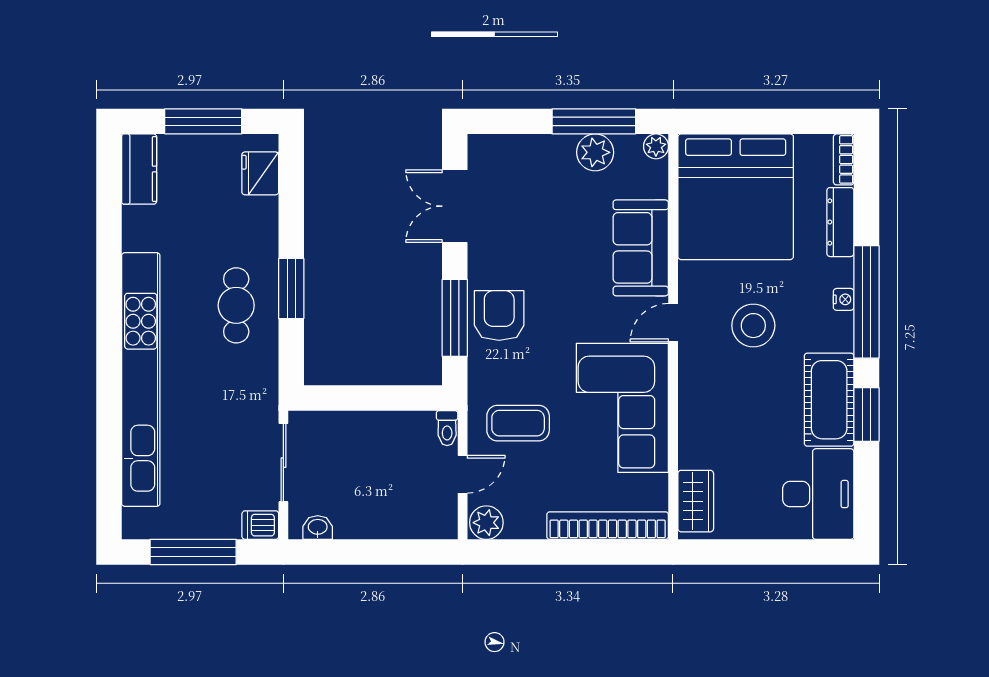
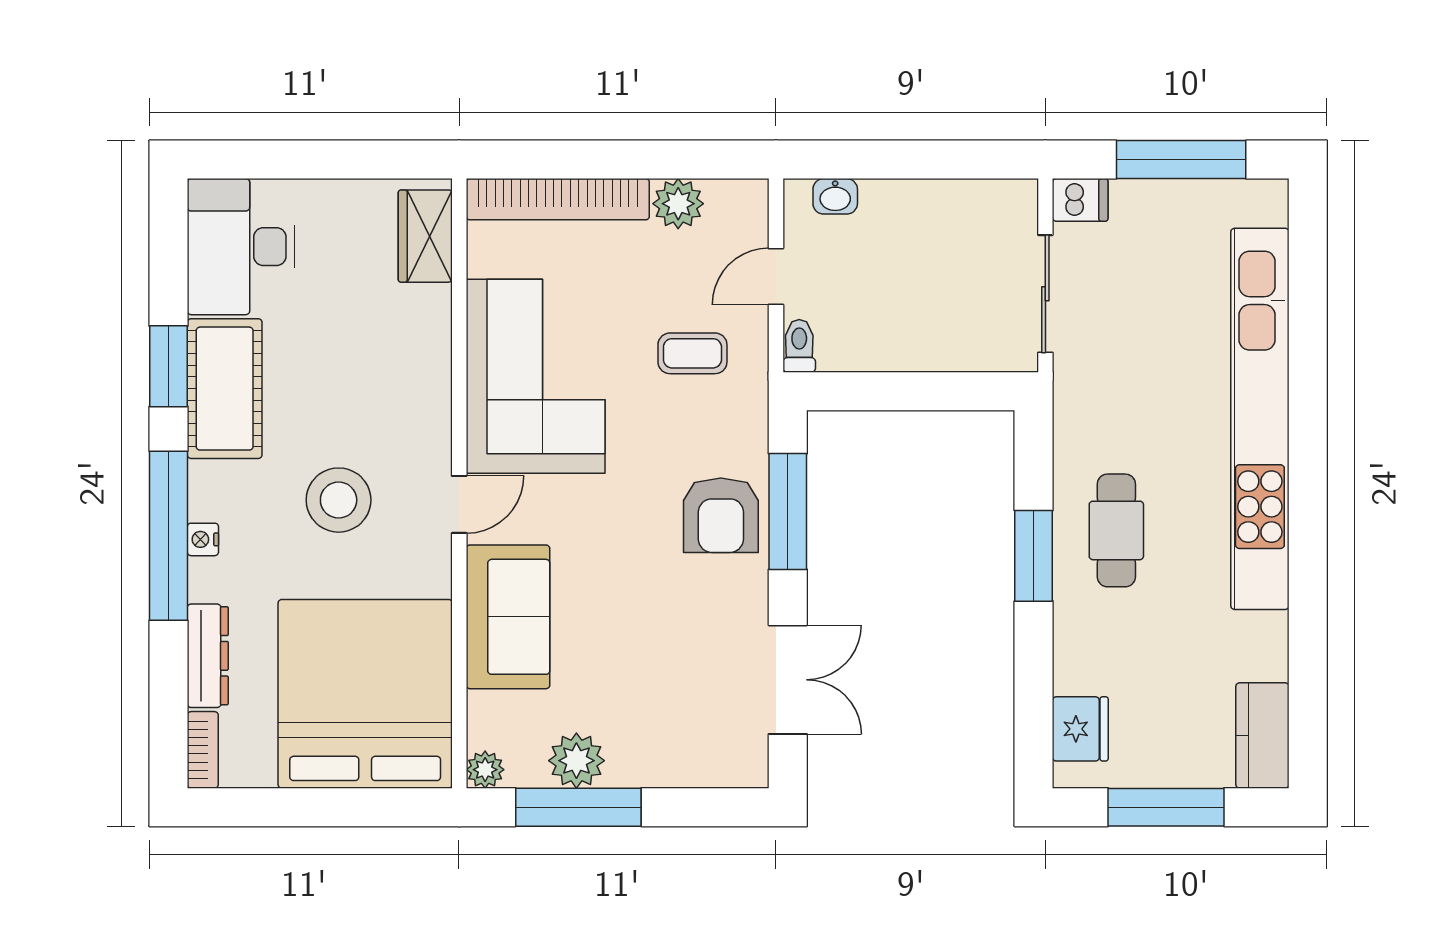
coffee table: (518, 423) -> (692, 353), width x0.73, depth x0.77
plant: (486, 523) -> (678, 204), moved
washbasin: (318, 527) -> (835, 196), moved

